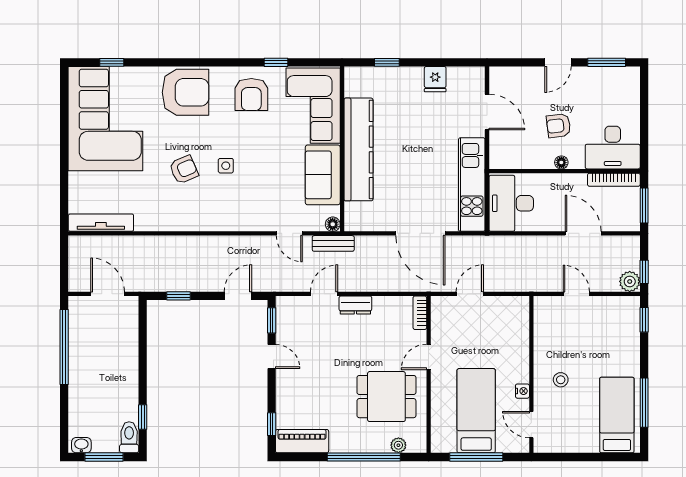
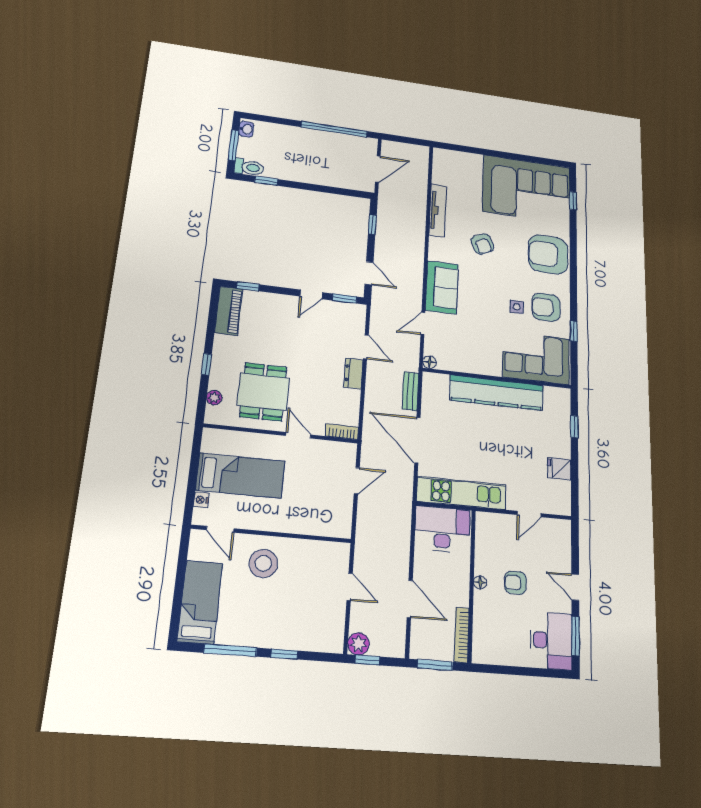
armchair: (186, 92) -> (548, 254), turned 90
door: (487, 112) -> (529, 514), width x0.73
armchair: (559, 126) -> (515, 583), turned -83
desk: (613, 148) -> (551, 641), moved, turned 180
side table: (226, 166) -> (517, 307), moved
sofa: (323, 175) -> (442, 287), moved, turned 90
tv unit: (101, 223) -> (438, 210), moved
door: (420, 233) -> (417, 440), hinge flipped
door: (583, 233) -> (410, 599), hinge flipped
bench: (333, 243) -> (410, 391), moved
door: (470, 294) -> (357, 481), hinge flipped
door: (576, 294) -> (350, 587), hinge flipped
window: (644, 320) -> (284, 654), moved
stool: (561, 380) -> (263, 563), width x1.89, depth x1.89
nightstand: (522, 391) -> (201, 500), moved, turned 90
bed: (617, 415) -> (200, 602), moved, turned -90
door: (531, 425) -> (220, 529), swing flipped
window: (364, 457) -> (206, 364), width x0.32
window: (476, 457) -> (193, 471), removed

